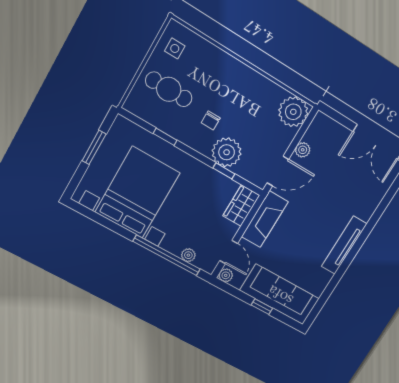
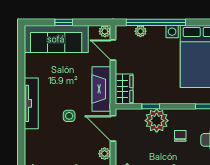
door: (278, 171) -> (113, 128), hinge flipped
side table: (315, 211) -> (69, 116), added

